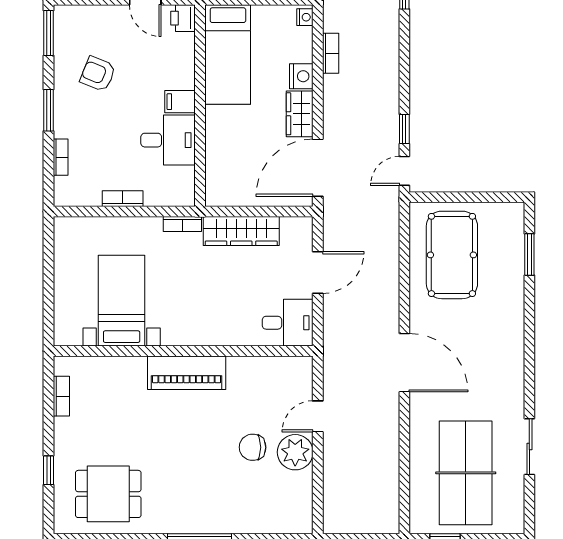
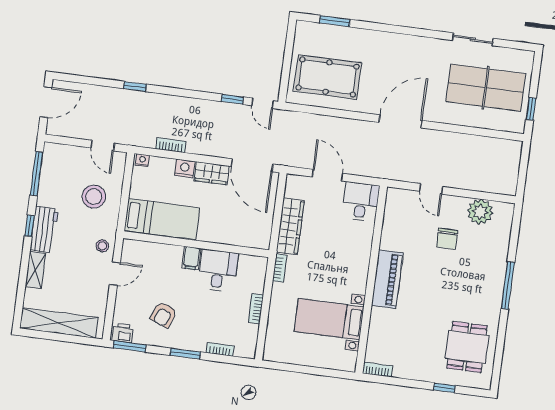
printer: (183, 18) -> (123, 333), moved, turned 180
bookcase: (61, 396) -> (378, 370), moved
plant: (295, 452) -> (480, 212), moved

